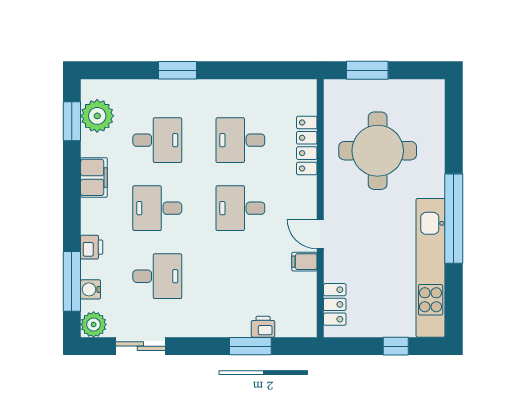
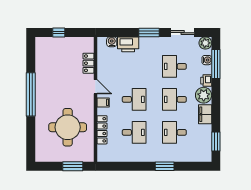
plant: (97, 116) -> (204, 95), moved
desk: (157, 208) -> (174, 99), turned 180
filing cabinet: (304, 262) -> (103, 102), moved
kitchen unit: (431, 268) -> (42, 70), removed
locker: (335, 304) -> (88, 63), moved
printer: (263, 327) -> (128, 44), width x1.87, depth x1.48
water cooler: (287, 327) -> (112, 42), added
window: (250, 346) -> (149, 33), moved

